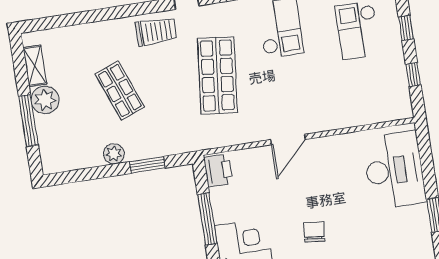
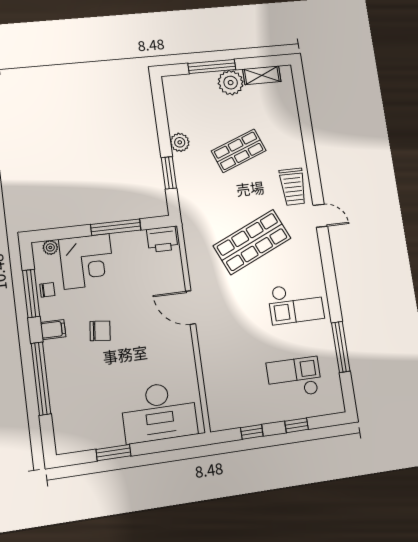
shop shelf: (217, 75) -> (252, 242), turned -30

